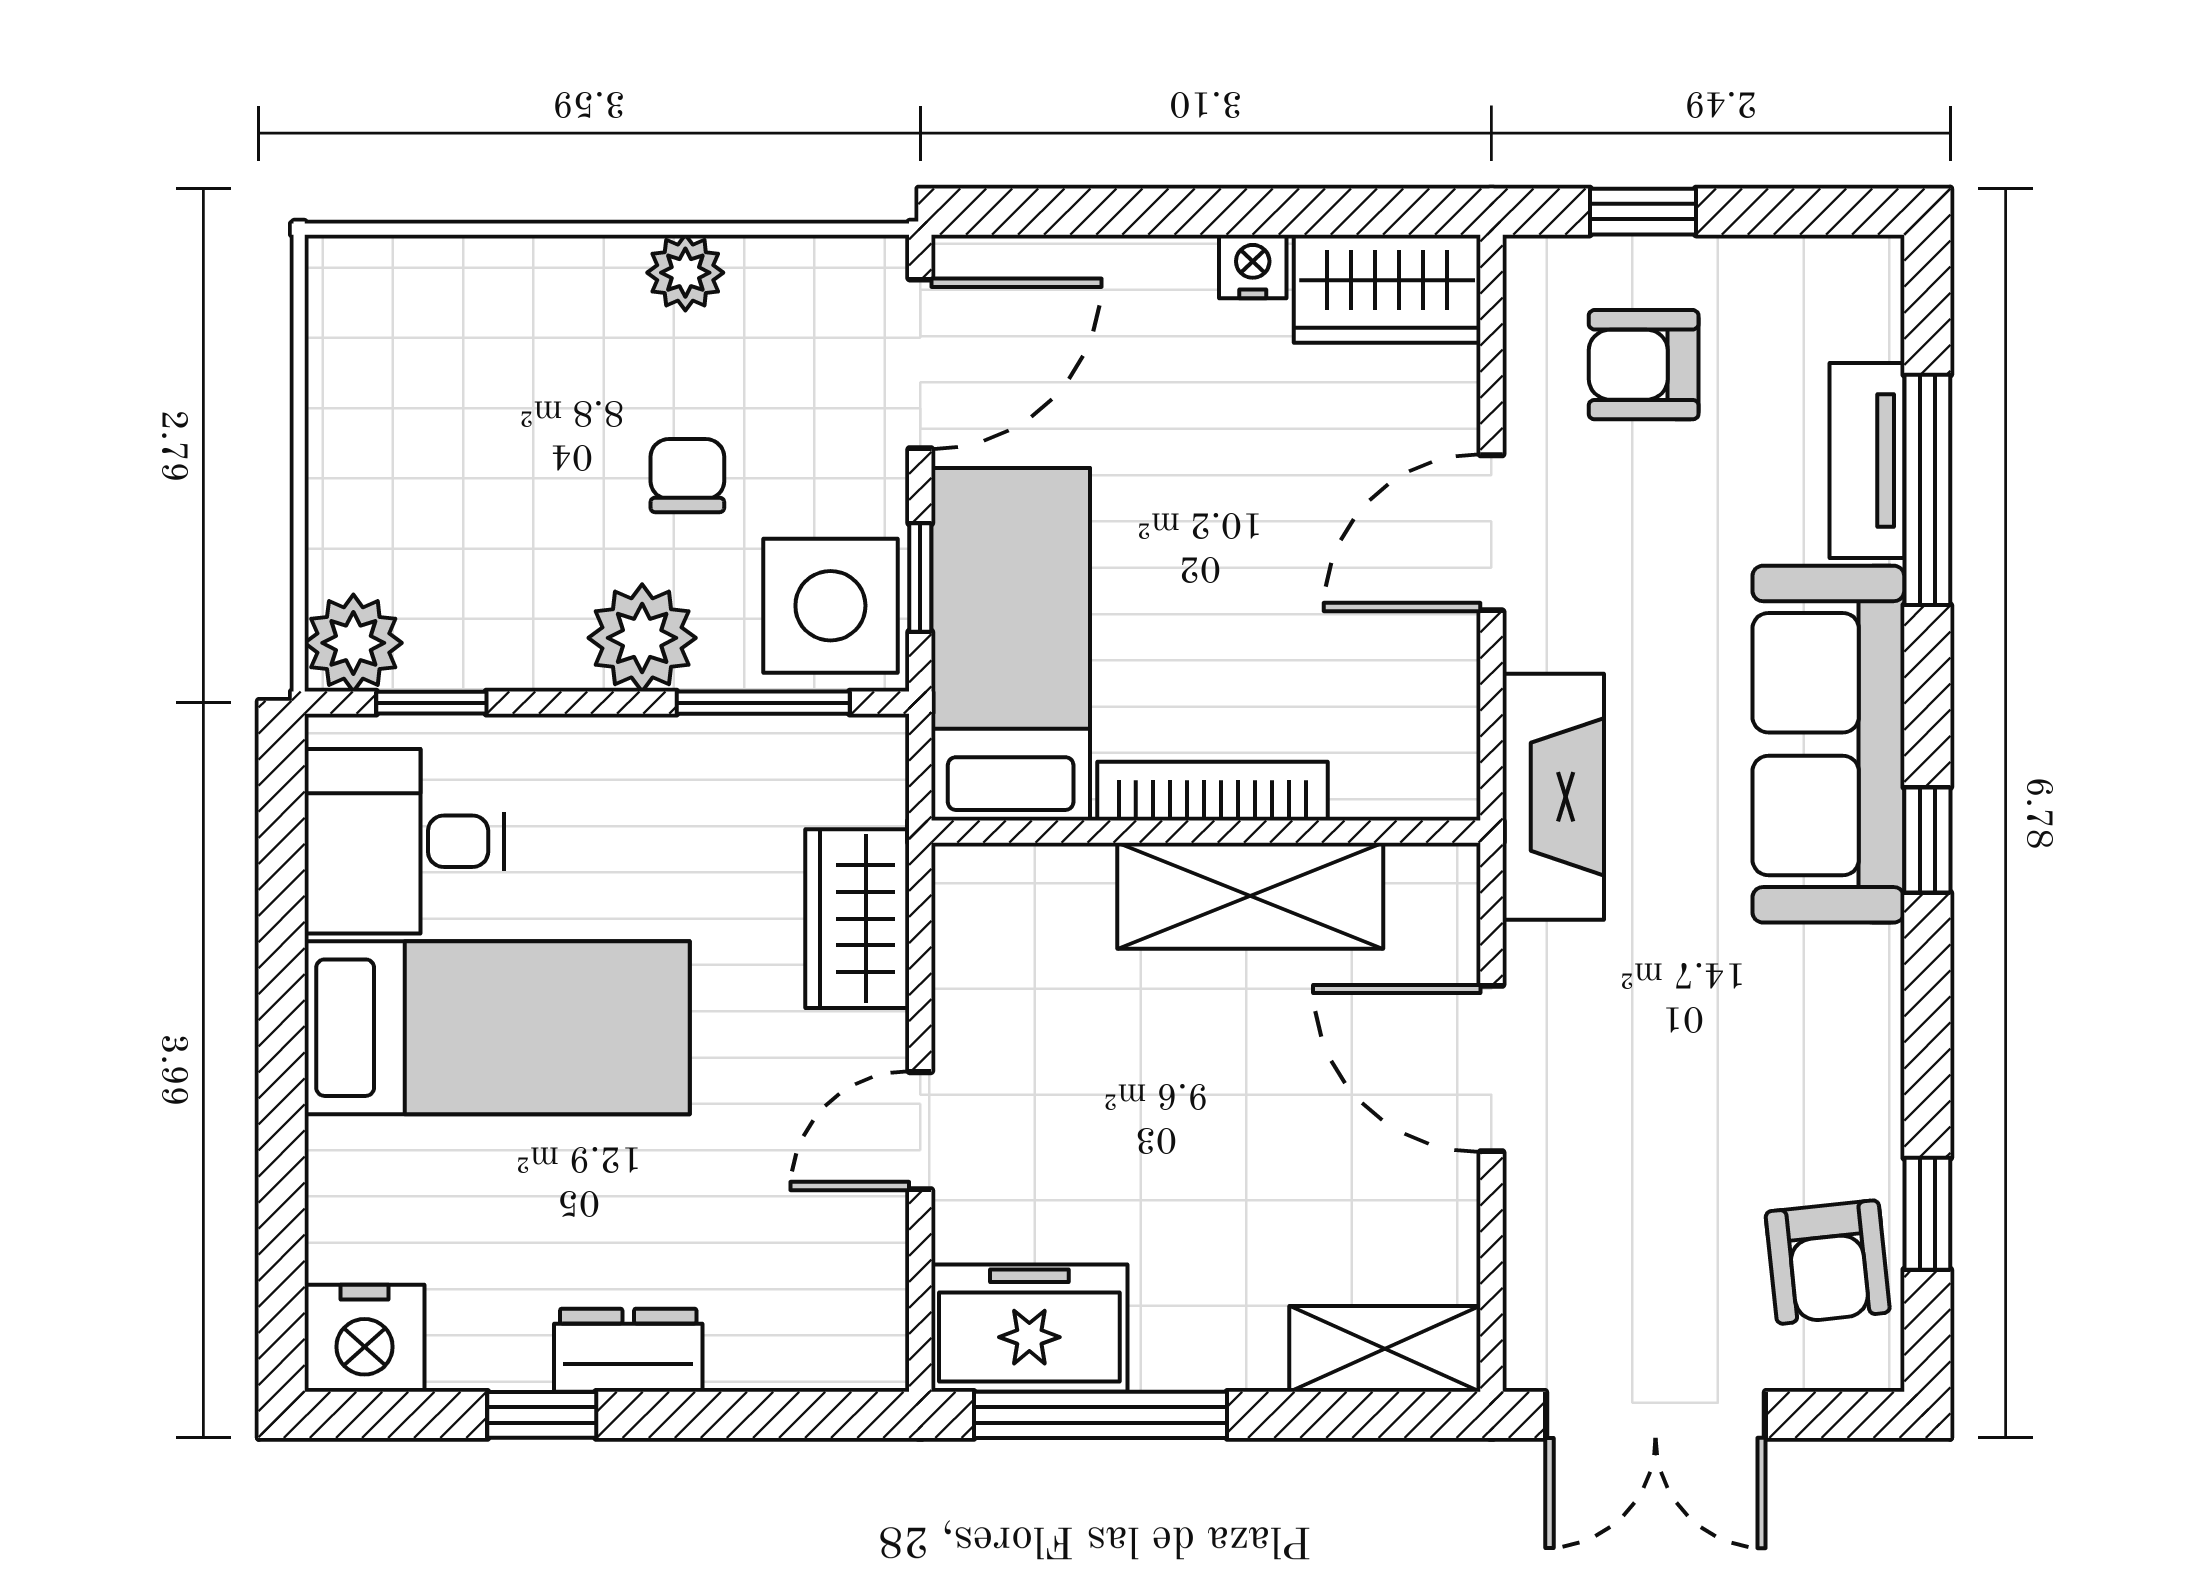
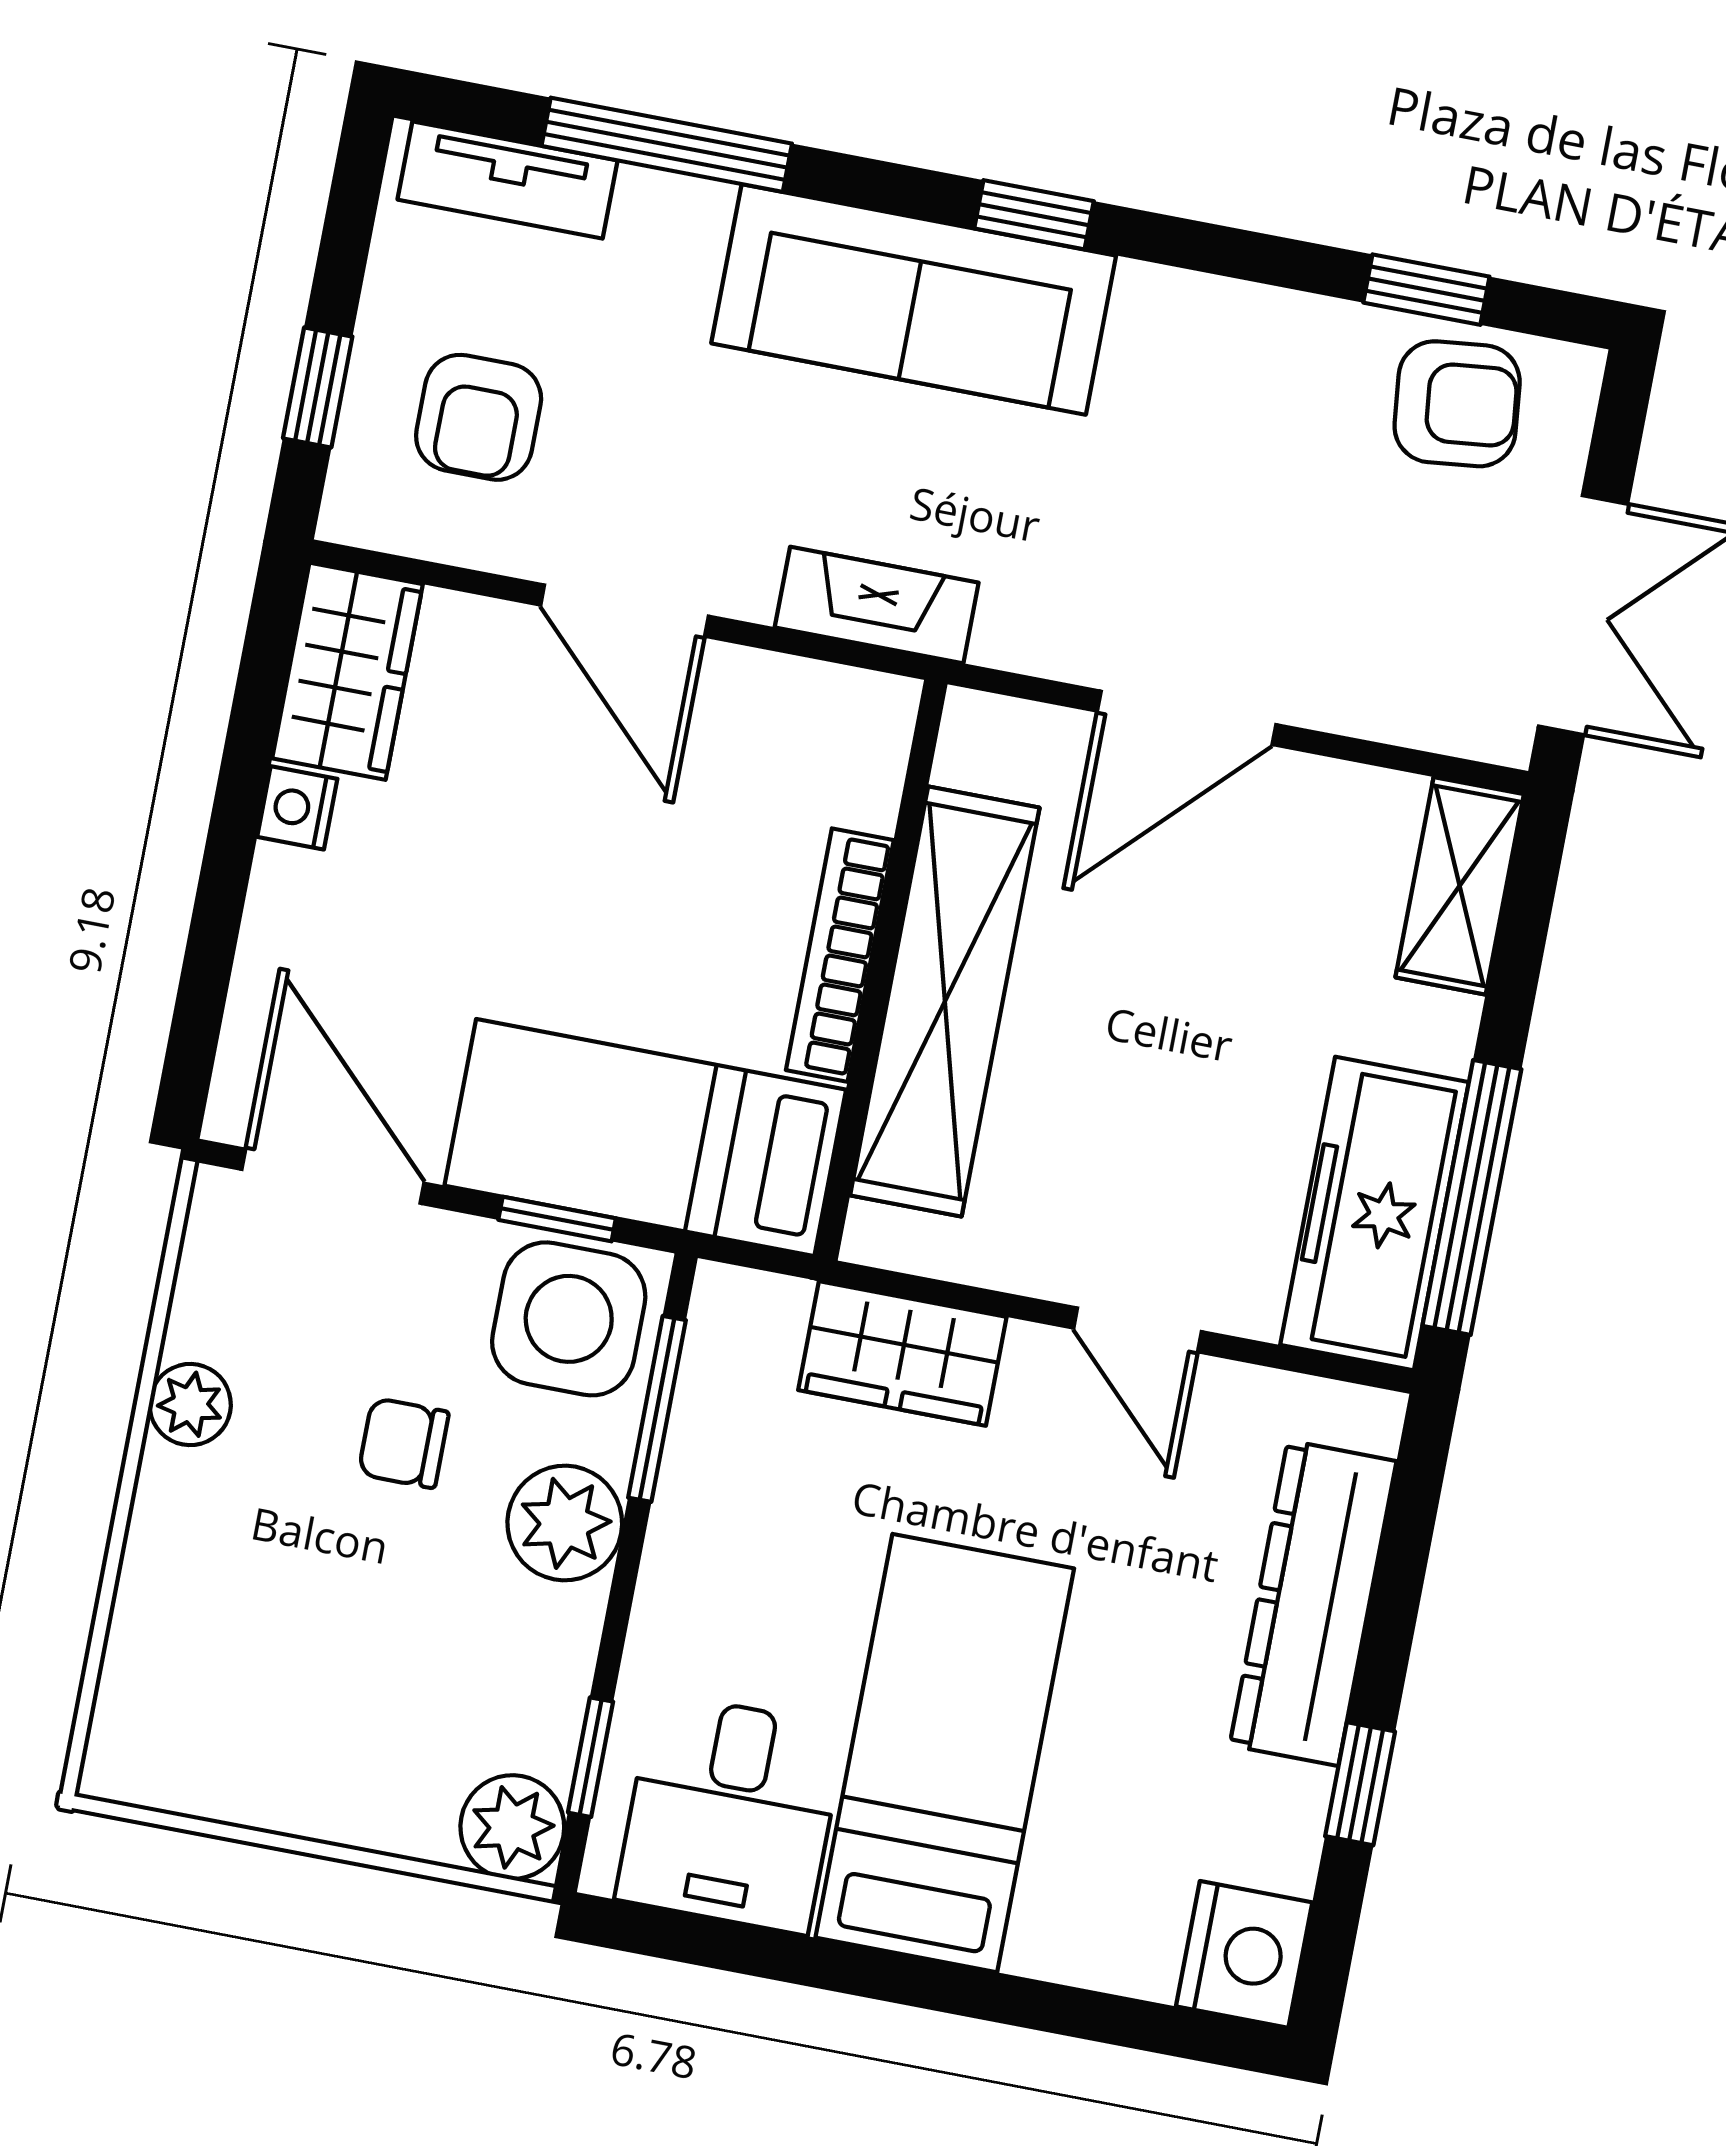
tv unit: (1867, 461) -> (508, 180), moved
fireplace: (1553, 797) -> (877, 605), width x0.73, depth x0.76
shelving: (1250, 896) -> (945, 1001), width x1.47
freezer: (1029, 1328) -> (1374, 1214), width x1.40
dresser: (628, 1350) -> (1313, 1603), width x1.96, depth x1.24

